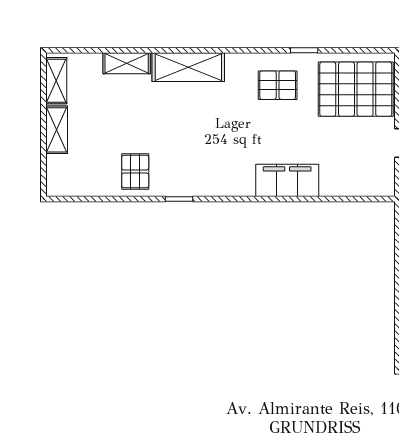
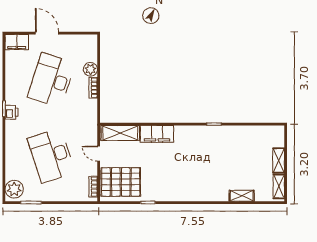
shelving: (188, 67) -> (120, 133), moved
pallet: (278, 85) -> (162, 184), removed
pallet: (135, 171) -> (237, 139), removed

